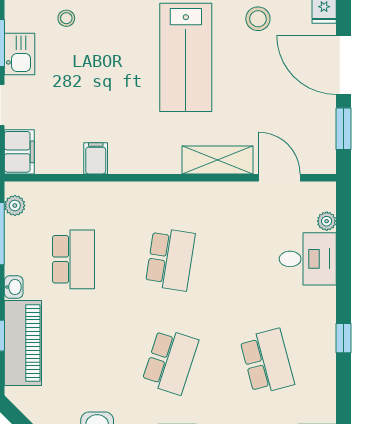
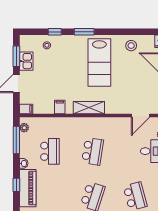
filing cabinet: (19, 152) -> (26, 109), width x0.50
shelving: (217, 160) -> (89, 108), moved
door: (279, 178) -> (141, 115), swing flipped

